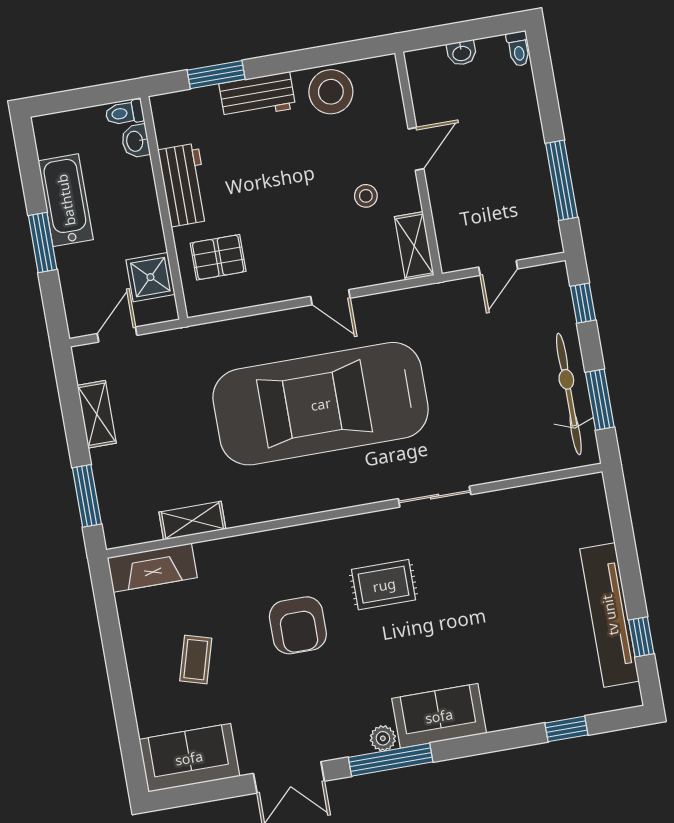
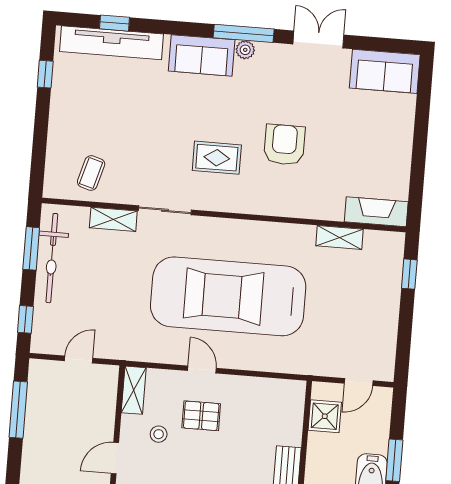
pallet: (218, 257) -> (201, 416), moved
car: (321, 404) -> (228, 296), turned 180
shelving: (97, 414) -> (113, 219), moved, turned 90
window: (87, 496) -> (409, 274), width x0.67
tv unit: (610, 615) -> (111, 43), moved, turned 90
coffee table: (196, 660) -> (91, 173), moved

